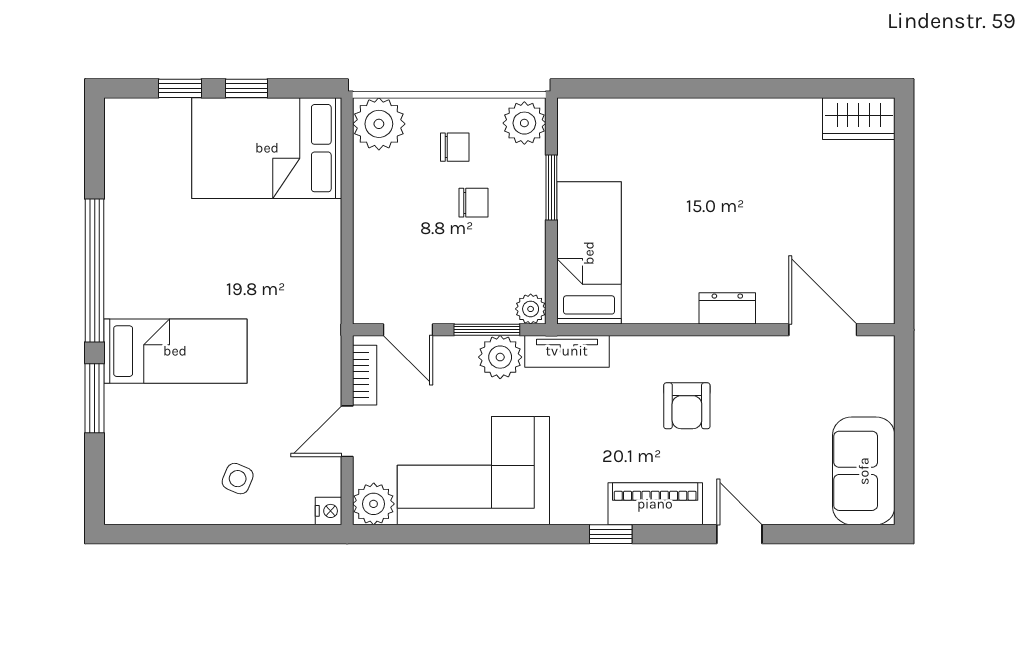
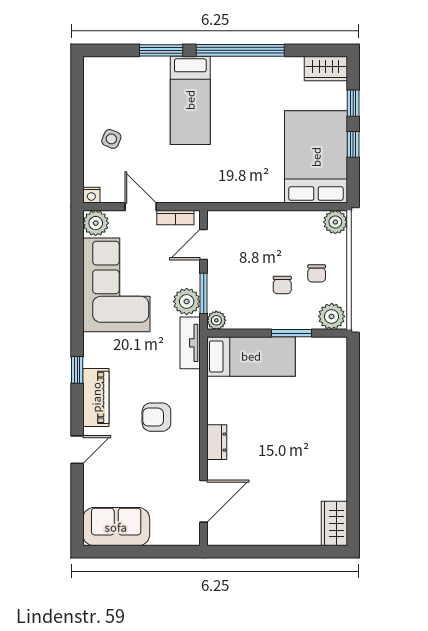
plant: (379, 124) -> (335, 222), width x0.73, depth x0.73
wardrobe: (124, 132) -> (326, 68), added

